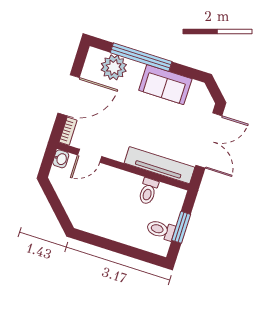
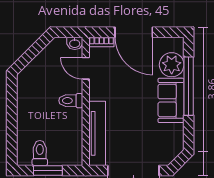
sofa: (165, 85) -> (171, 100), moved
toilet: (148, 191) -> (71, 101), moved

